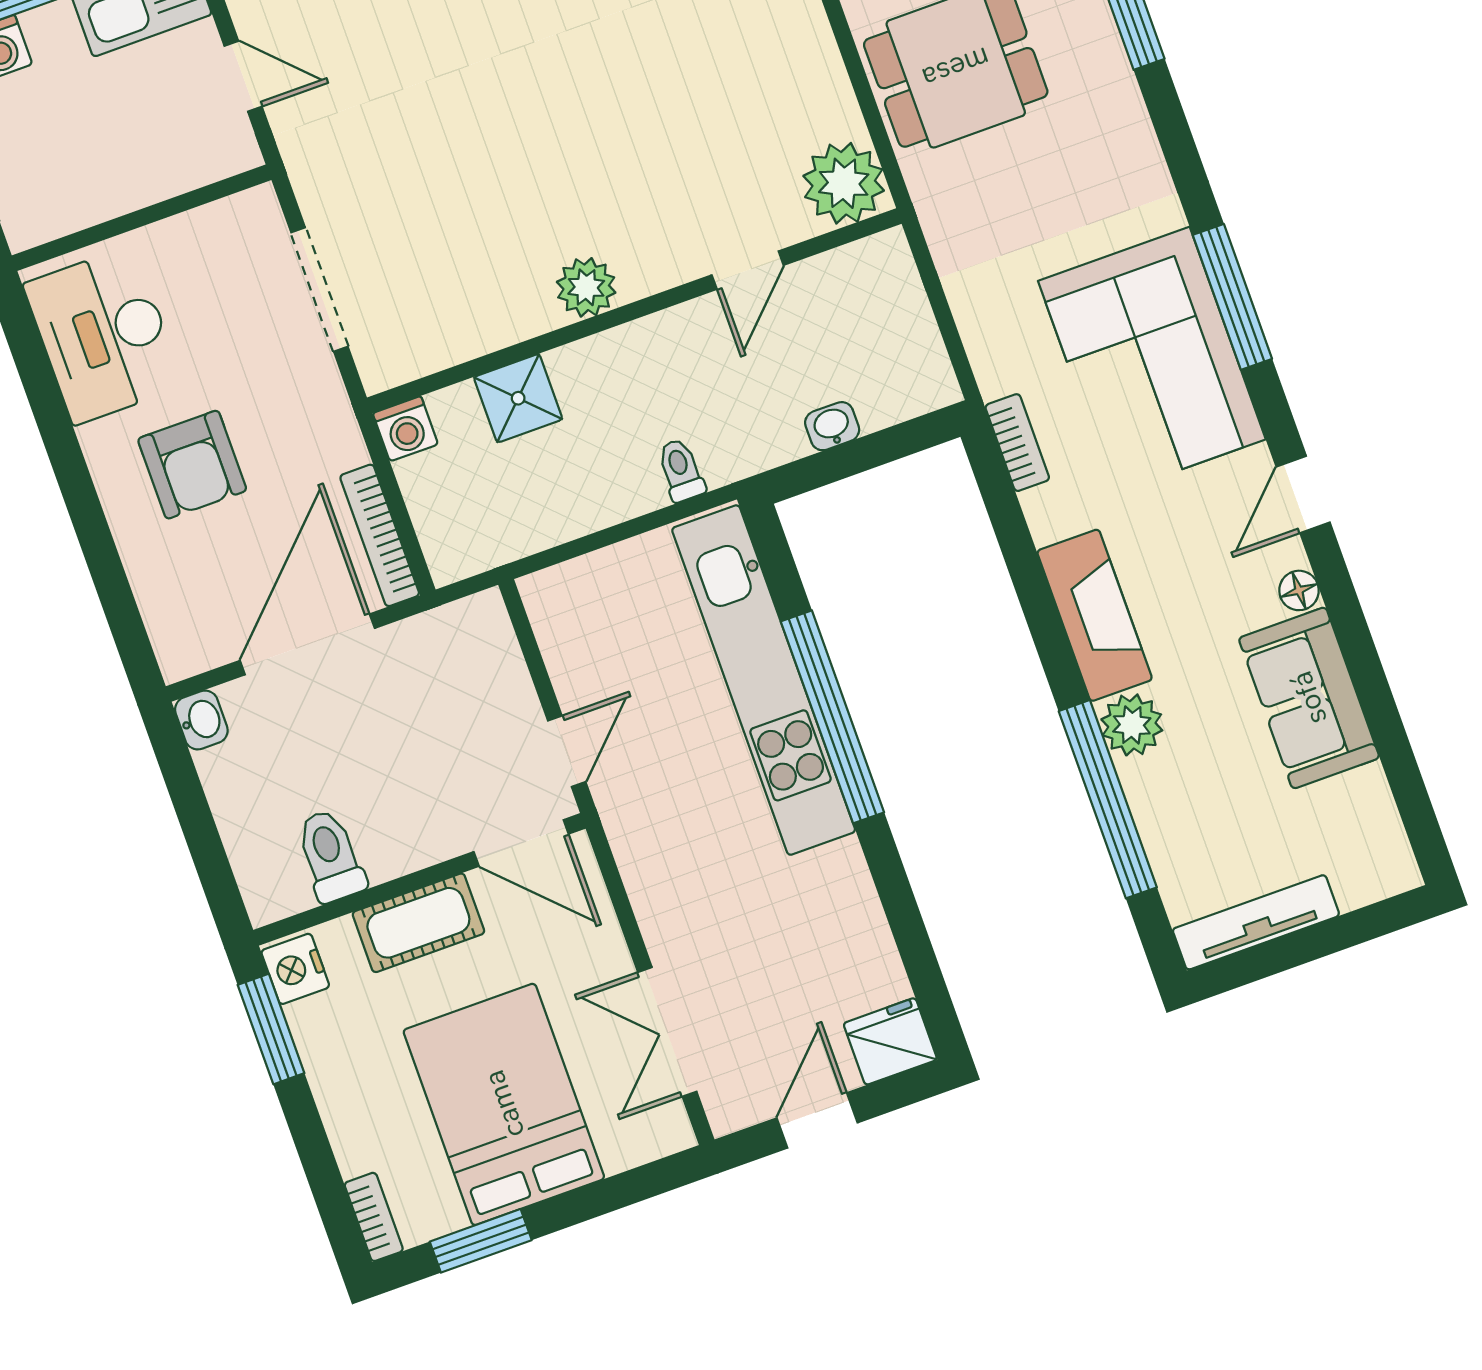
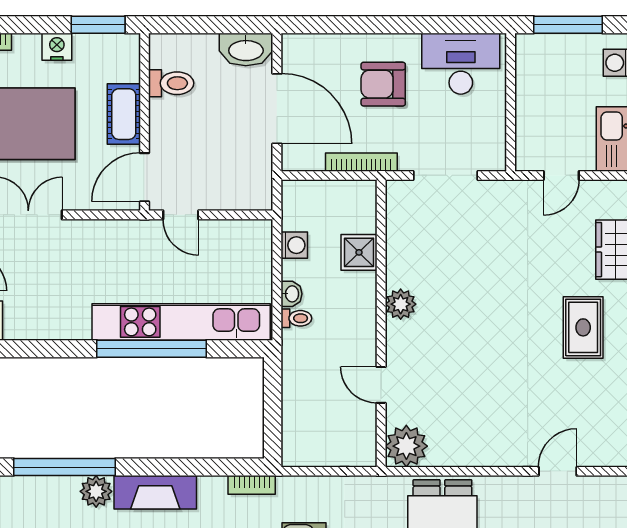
washbasin: (832, 426) -> (291, 294), moved
washing machine: (405, 429) -> (294, 245), moved, turned 180
bookcase: (380, 535) -> (361, 162), moved
washbasin: (201, 720) -> (246, 50), width x1.91, depth x1.45
nightstand: (295, 969) -> (57, 47), moved

